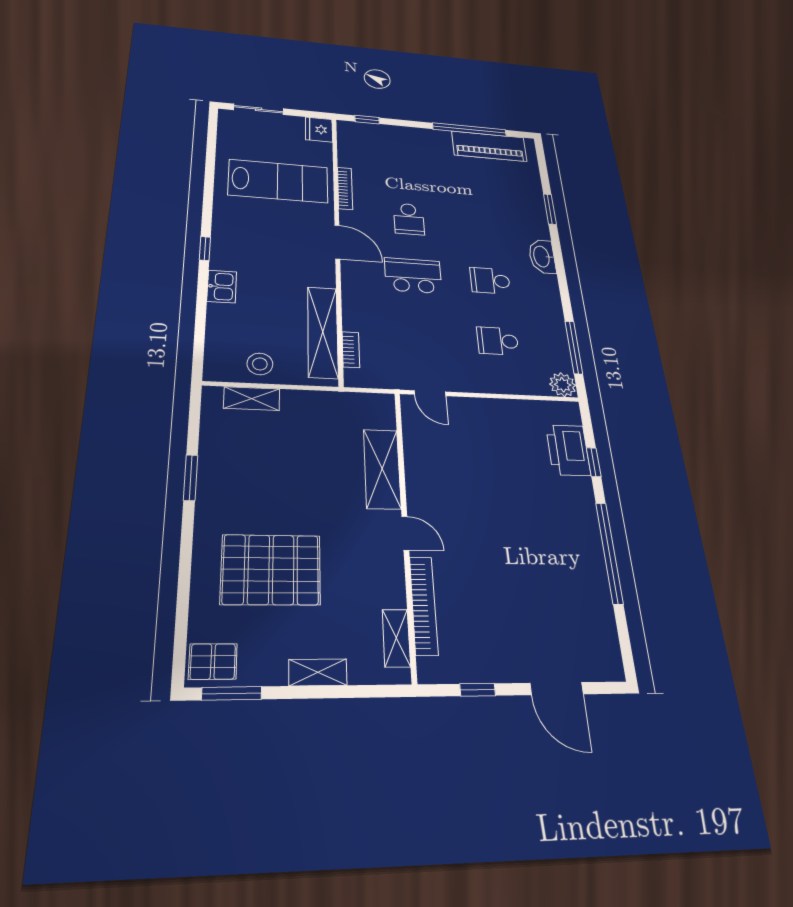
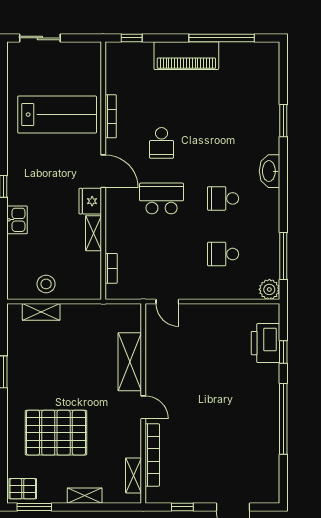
fridge: (319, 130) -> (90, 201), moved
piano: (489, 146) -> (186, 56), moved
shelving: (323, 332) -> (93, 233), width x0.45, depth x0.75

